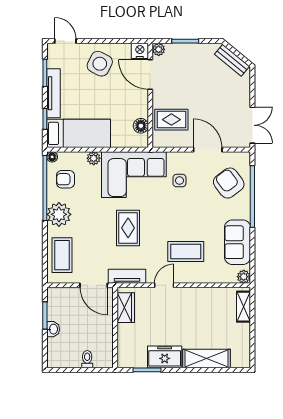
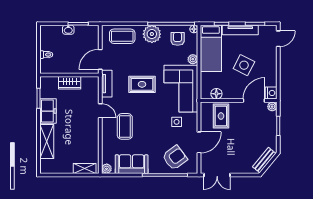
side table: (100, 64) -> (244, 65), moved
wardrobe: (126, 308) -> (70, 83), moved

